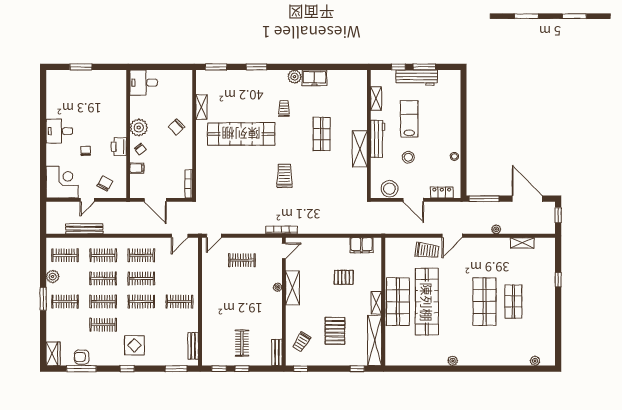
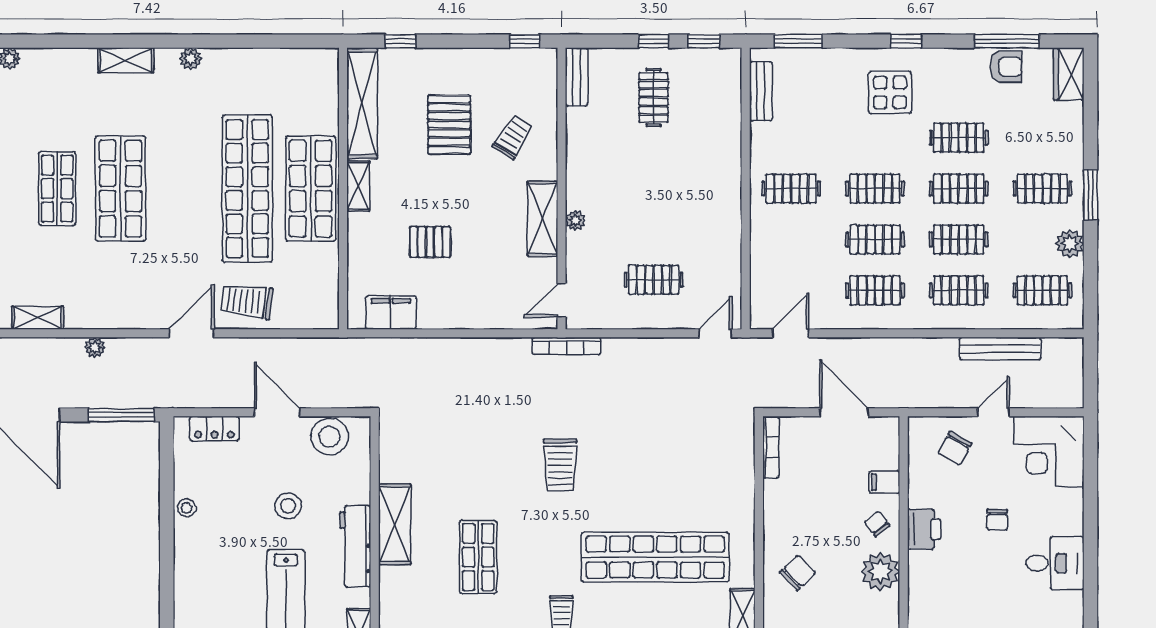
trolley: (301, 342) -> (513, 137), moved
shelving: (482, 360) -> (126, 60), added

